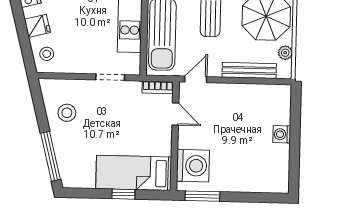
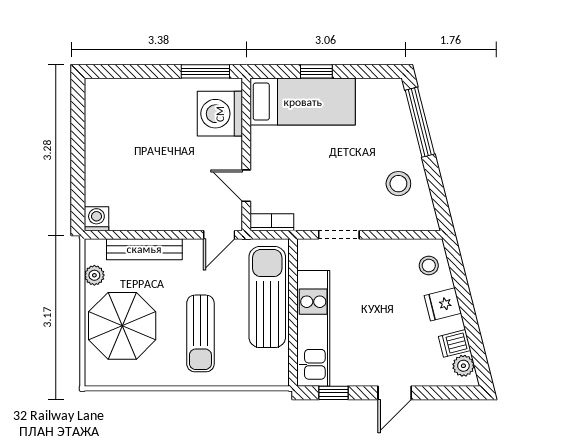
washing machine: (282, 134) -> (96, 219), moved, turned -90

